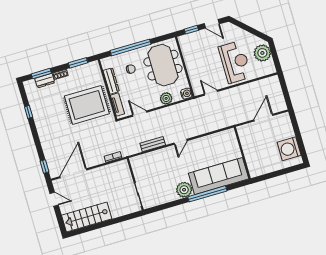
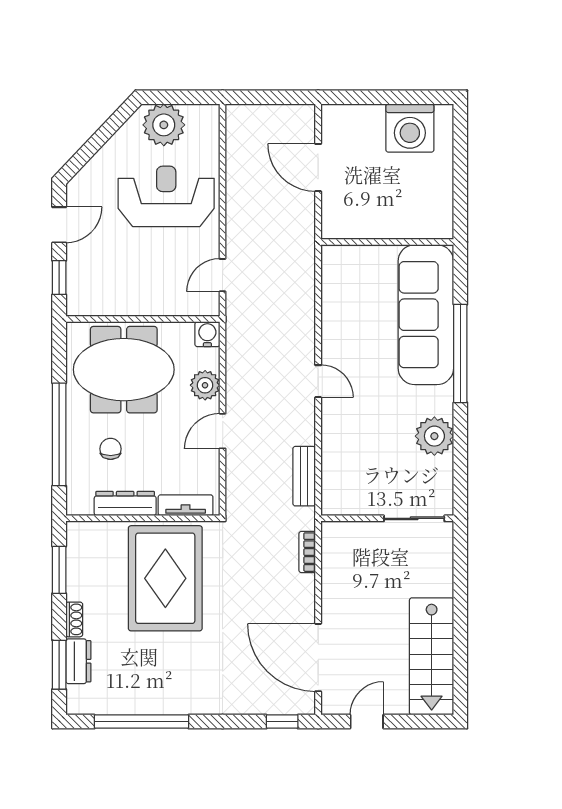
window: (29, 112) -> (141, 722), width x3.17
door: (140, 114) -> (223, 431), moved
bench: (153, 144) -> (304, 476), moved
plant: (184, 190) -> (434, 436), moved

